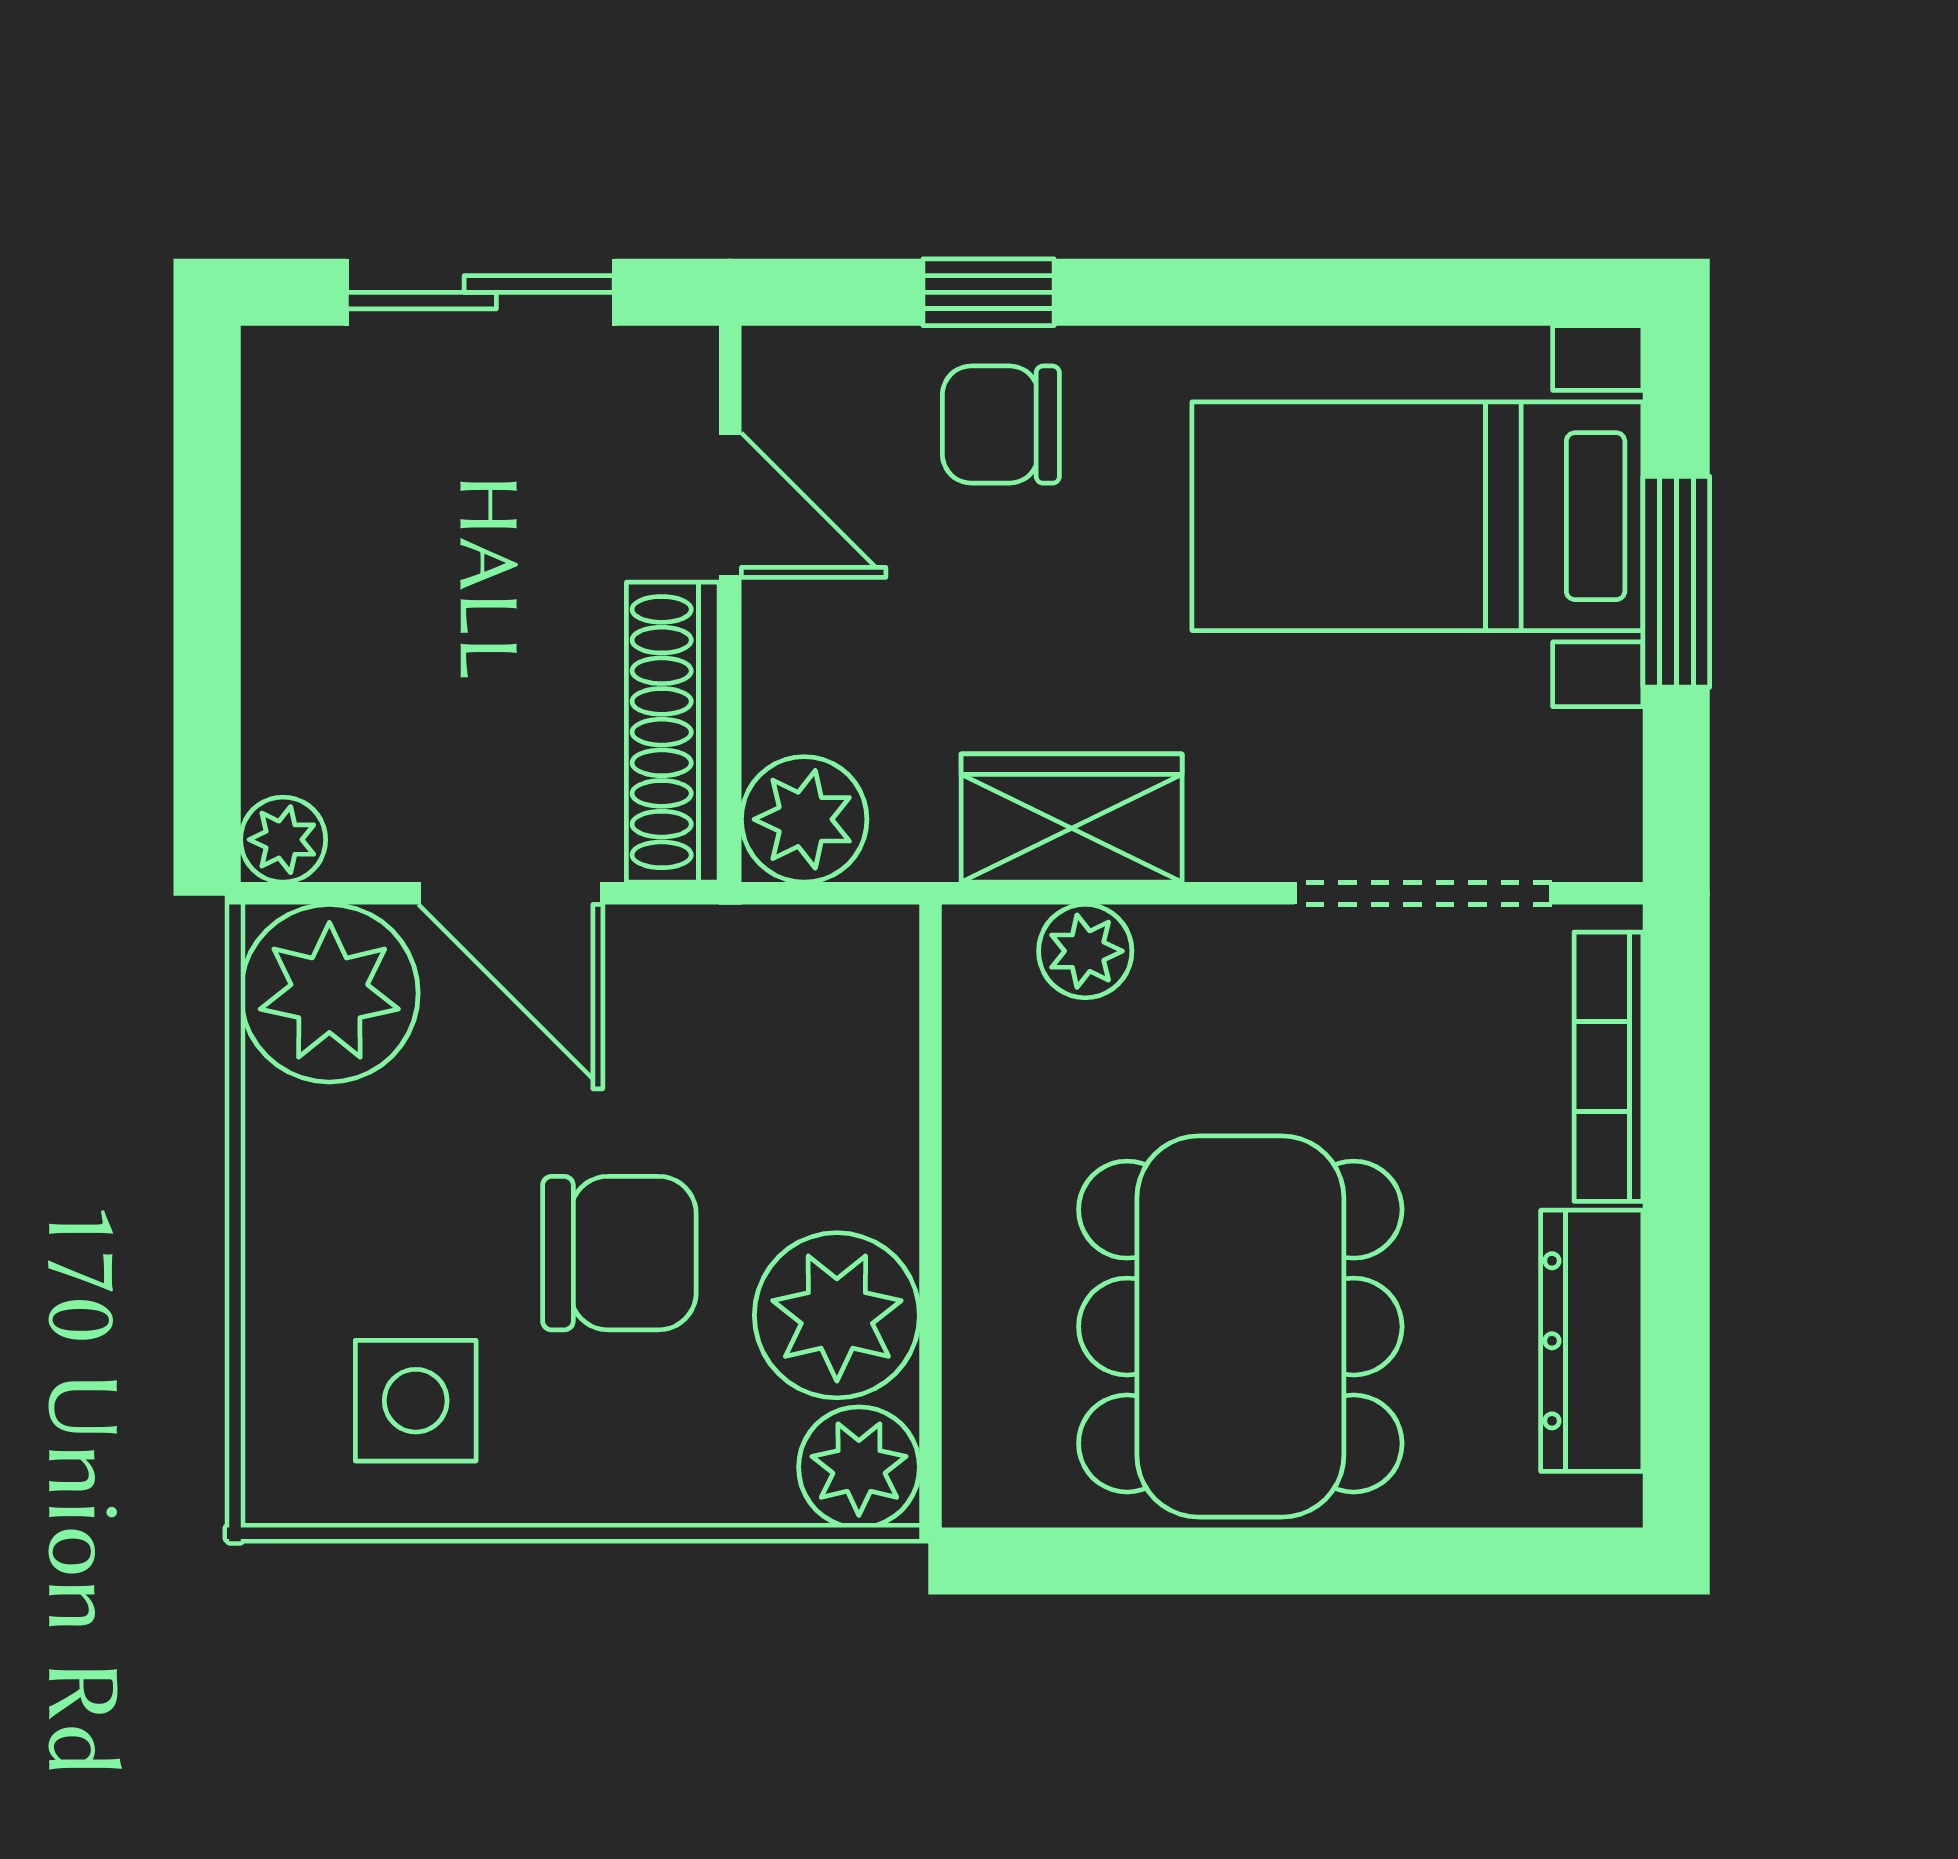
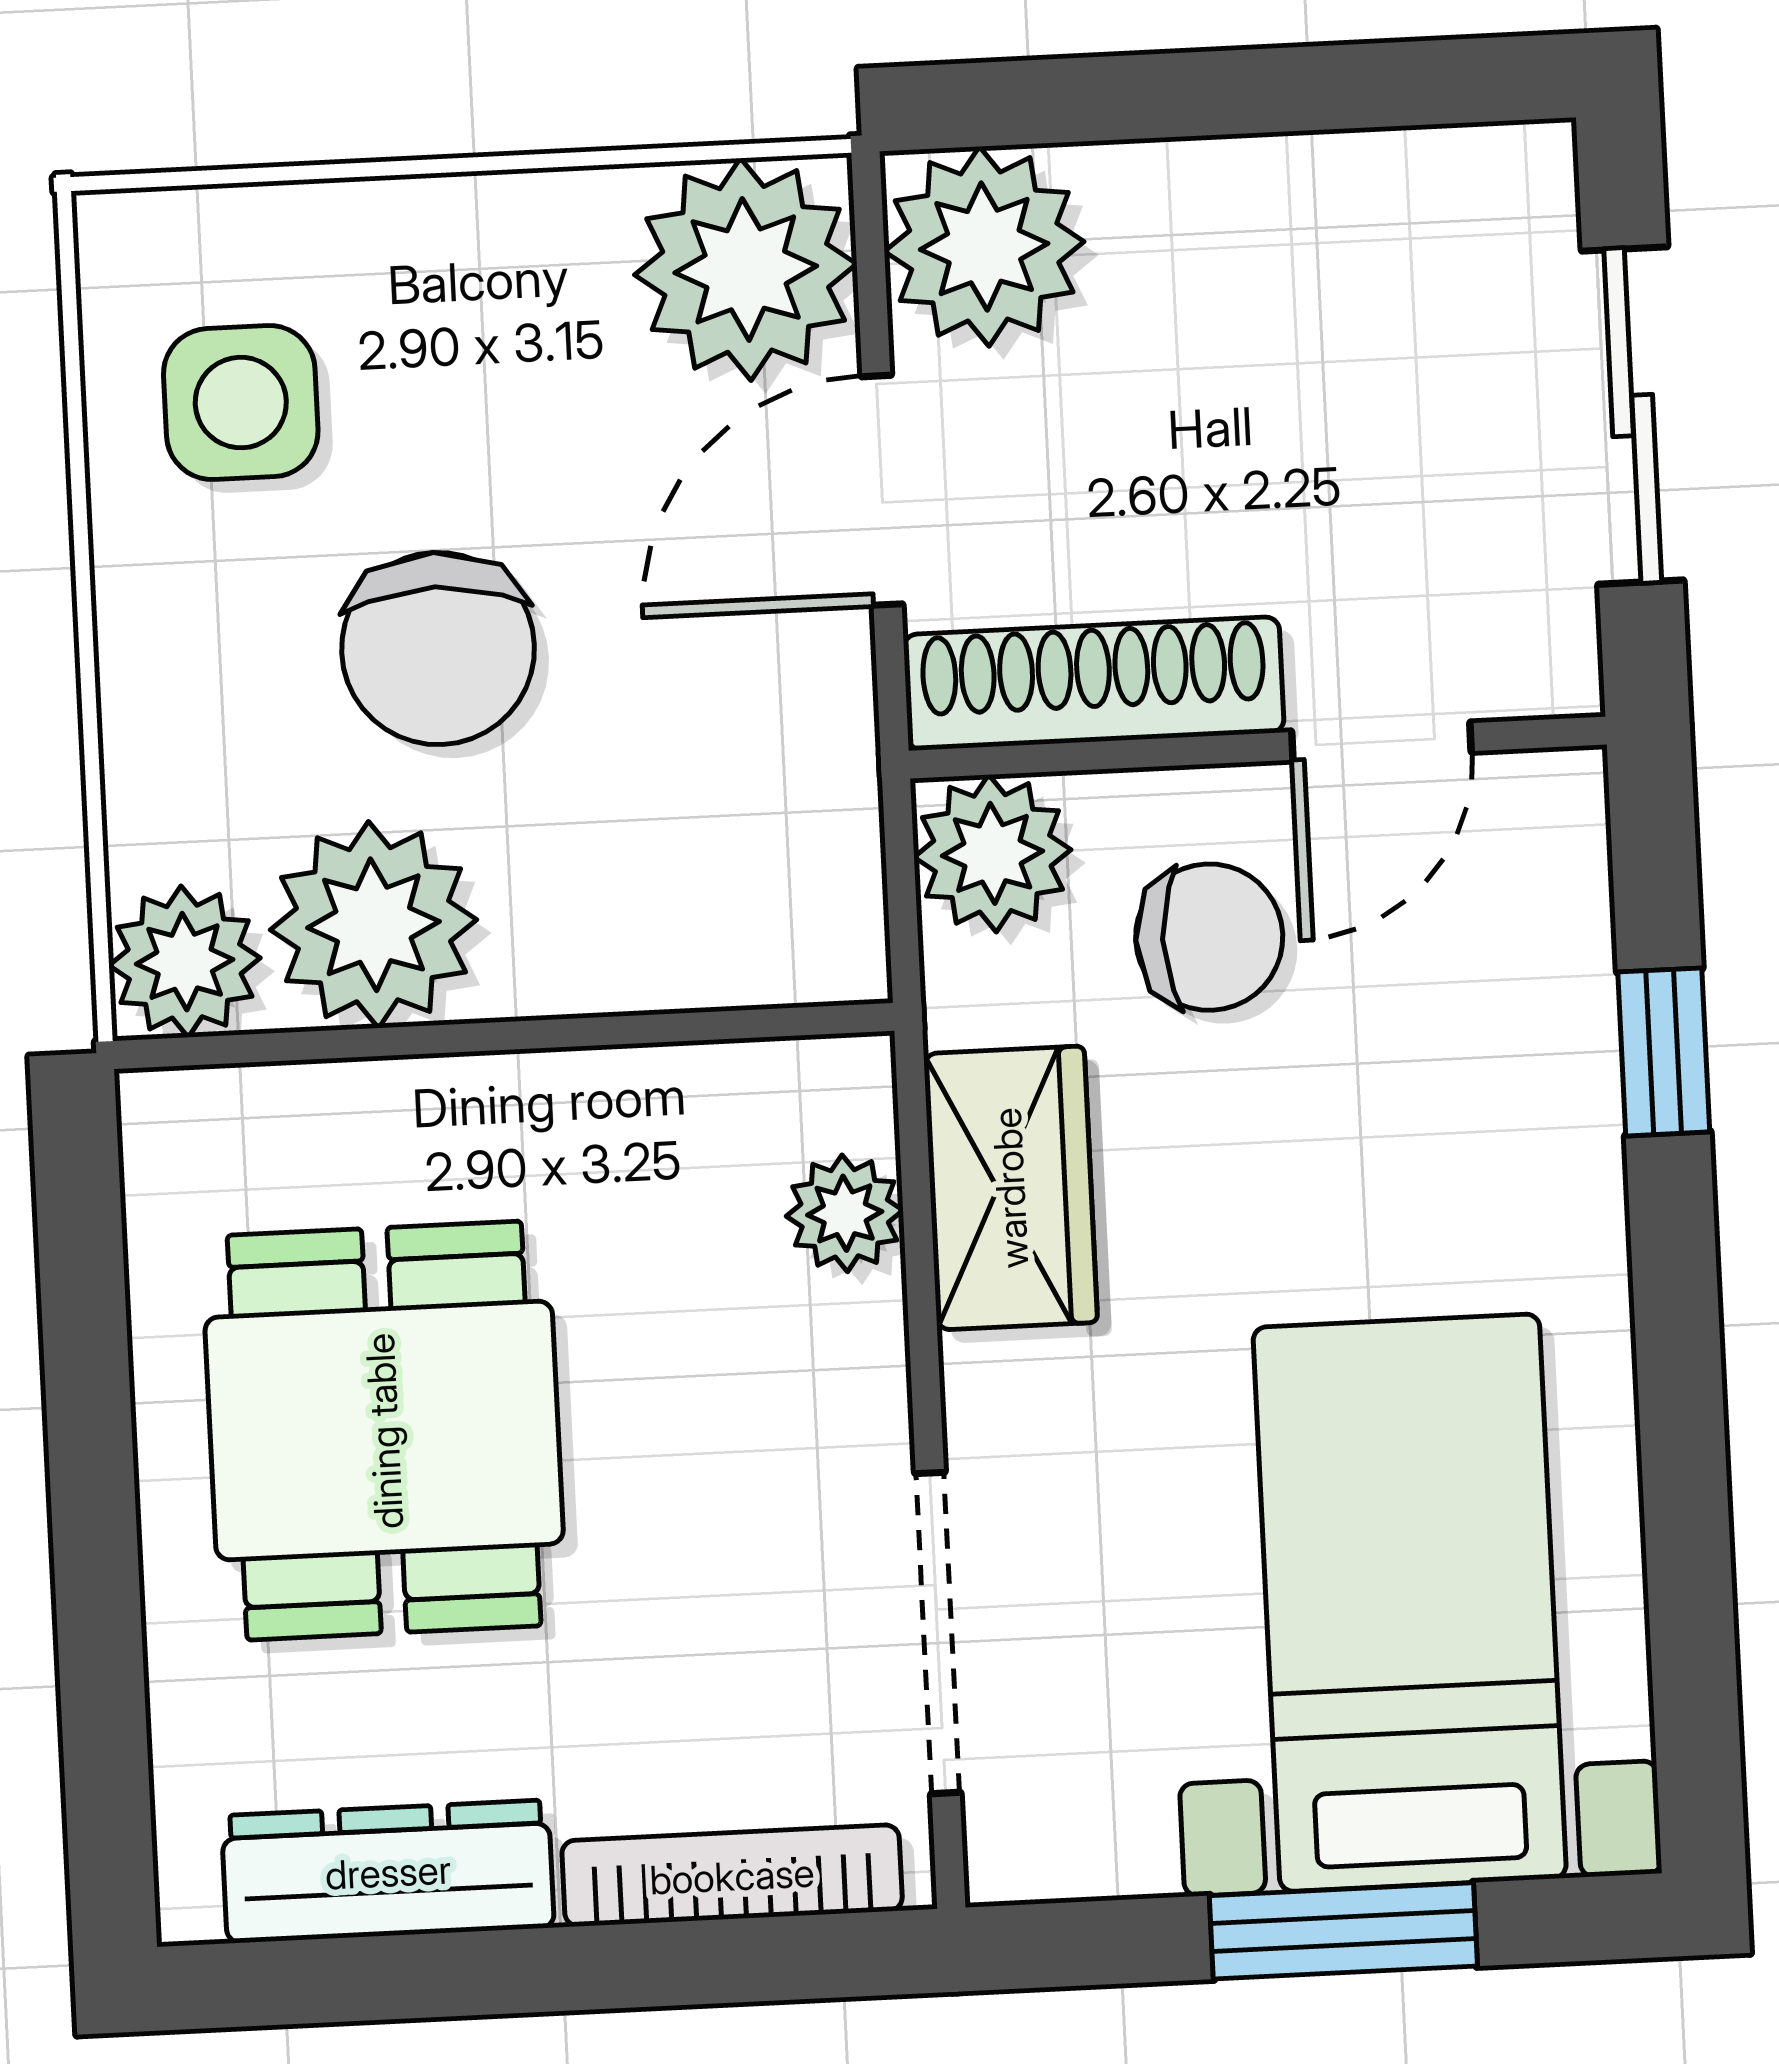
chair: (1001, 425) -> (1209, 937), moved, turned 90
plant: (283, 840) -> (984, 246), width x1.87, depth x1.87
dining table: (1240, 1327) -> (384, 1431), width x0.73

